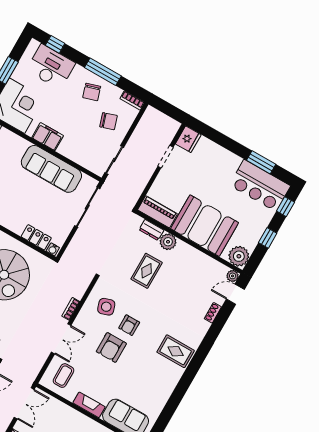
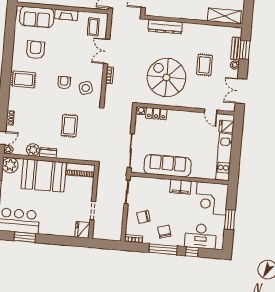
window: (55, 44) -> (192, 252), moved
dresser: (151, 230) -> (48, 153), moved
plant: (168, 242) -> (33, 150), moved
armchair: (111, 347) -> (35, 50), moved

